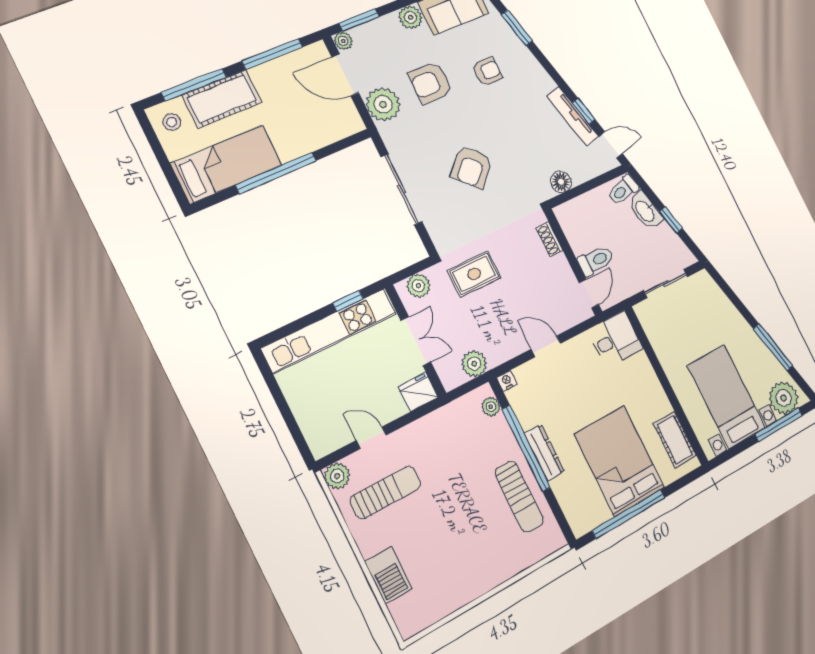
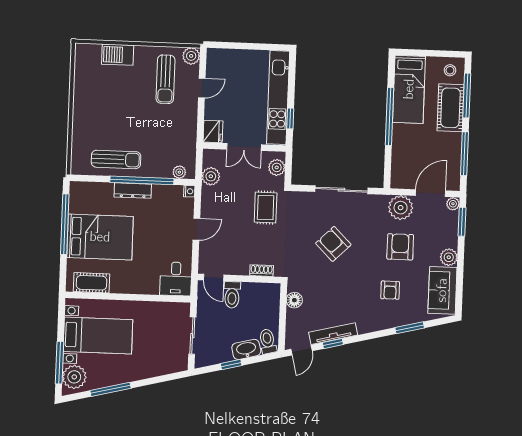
sun lounger: (519, 497) -> (116, 159), turned 180

